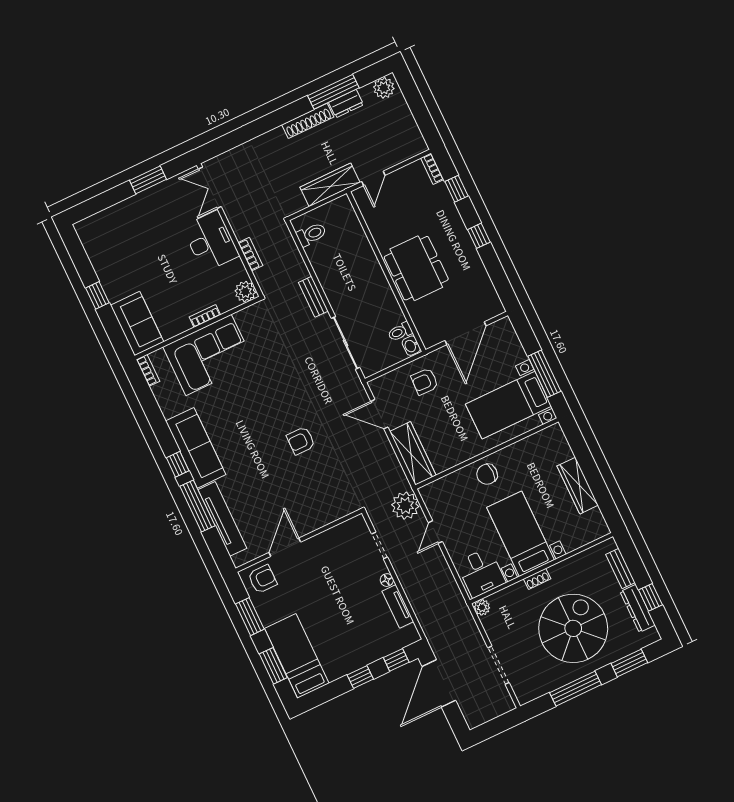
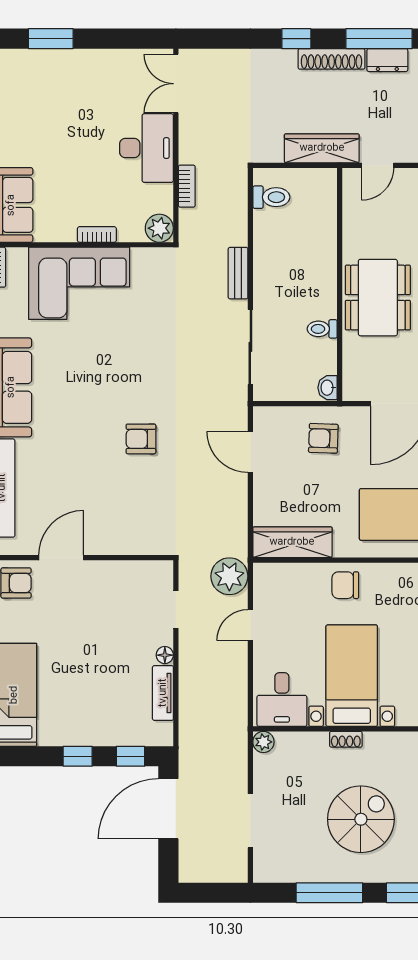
window: (277, 118) -> (296, 39), added
window: (148, 180) -> (51, 39), moved
toilet: (400, 332) -> (322, 329), moved
wardrobe: (413, 453) -> (292, 542), moved, turned -90
spiral stairs: (573, 628) -> (361, 819), width x0.73, depth x0.73

